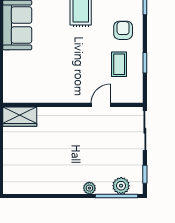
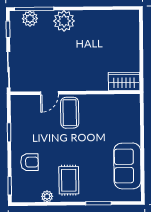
armchair: (123, 30) -> (29, 162), turned -90
coffee table: (119, 64) -> (70, 113), moved, width x1.36, depth x1.30
plant: (89, 188) -> (64, 21), width x1.87, depth x1.87

